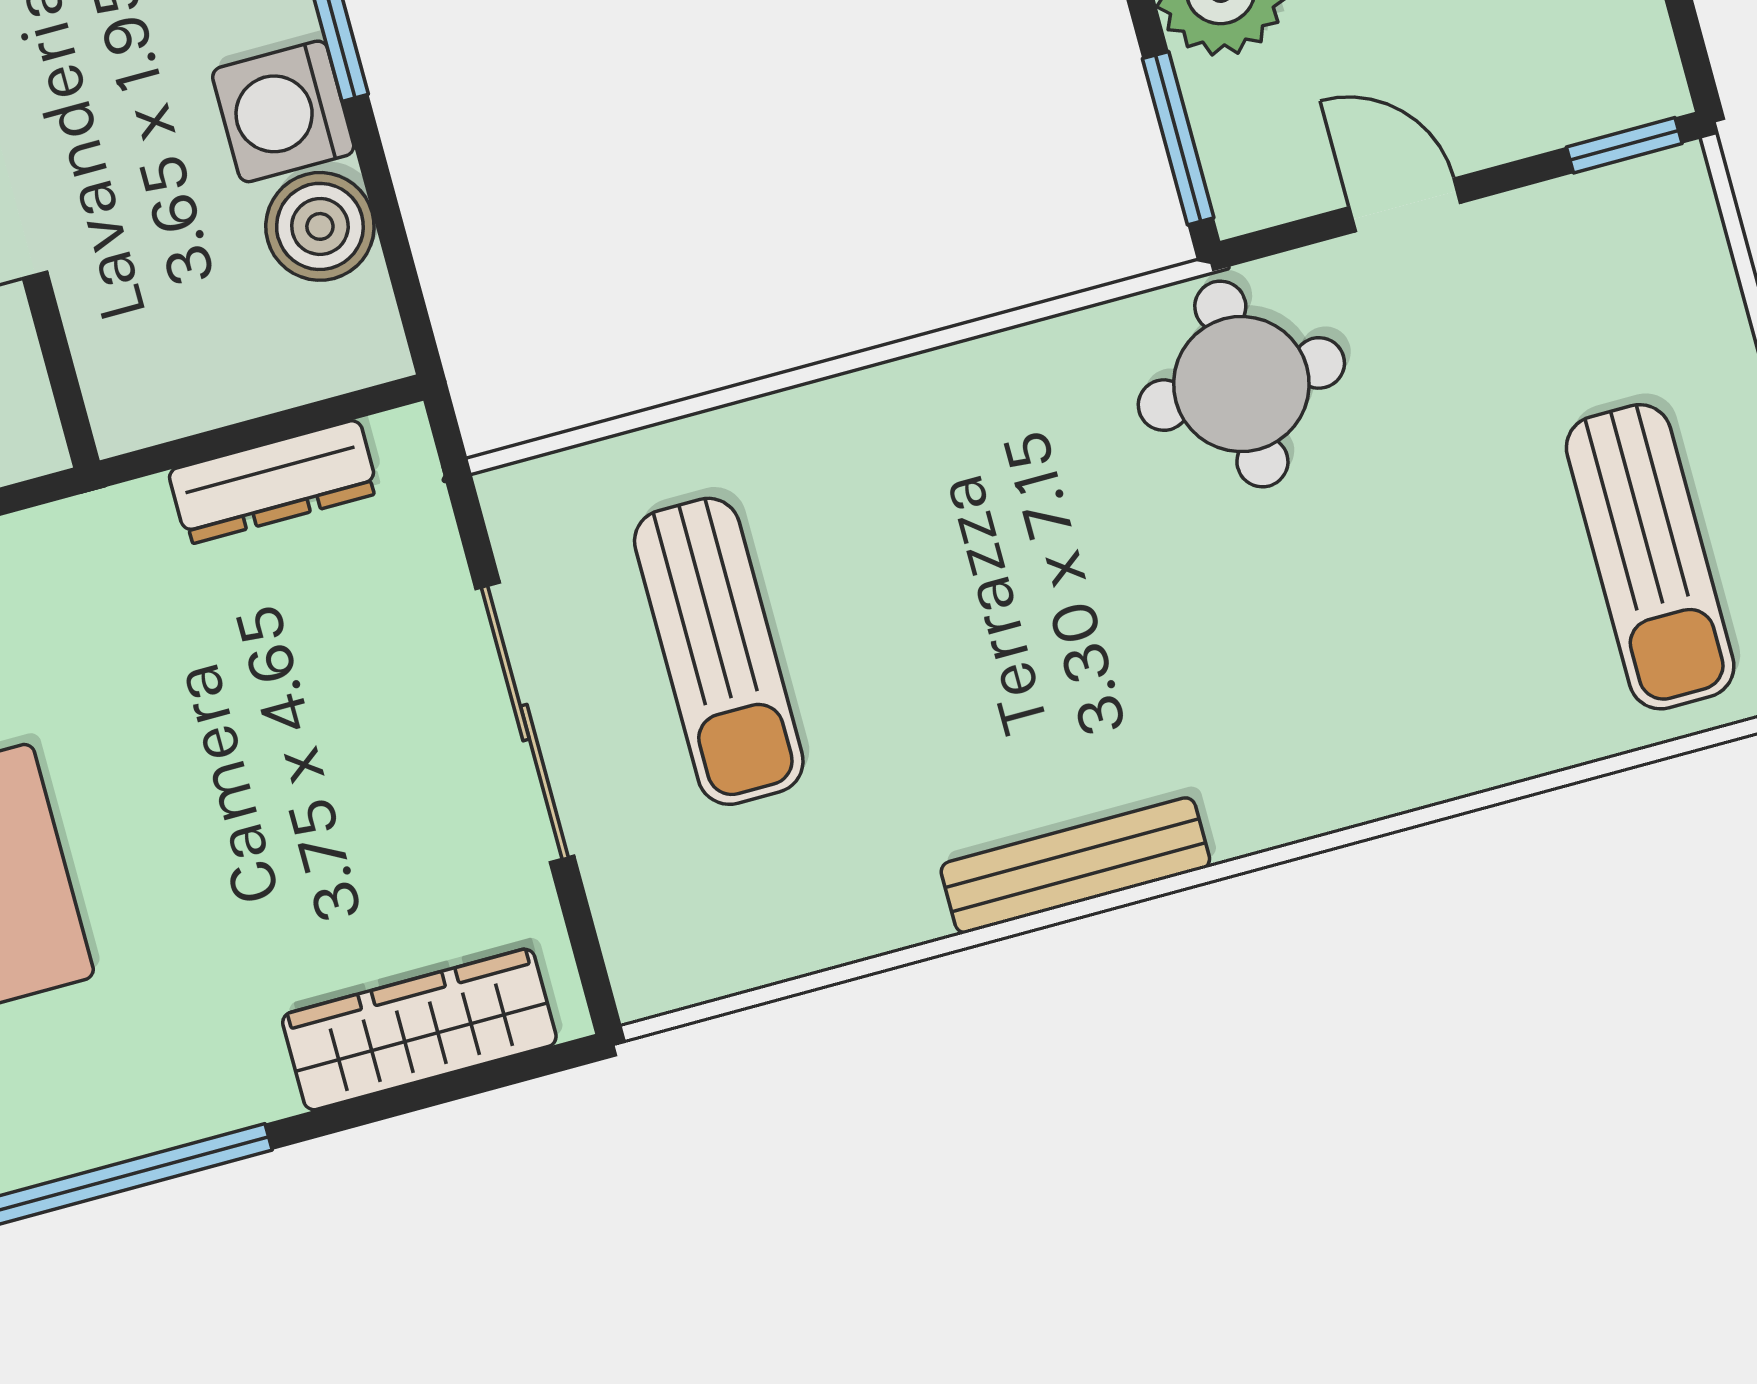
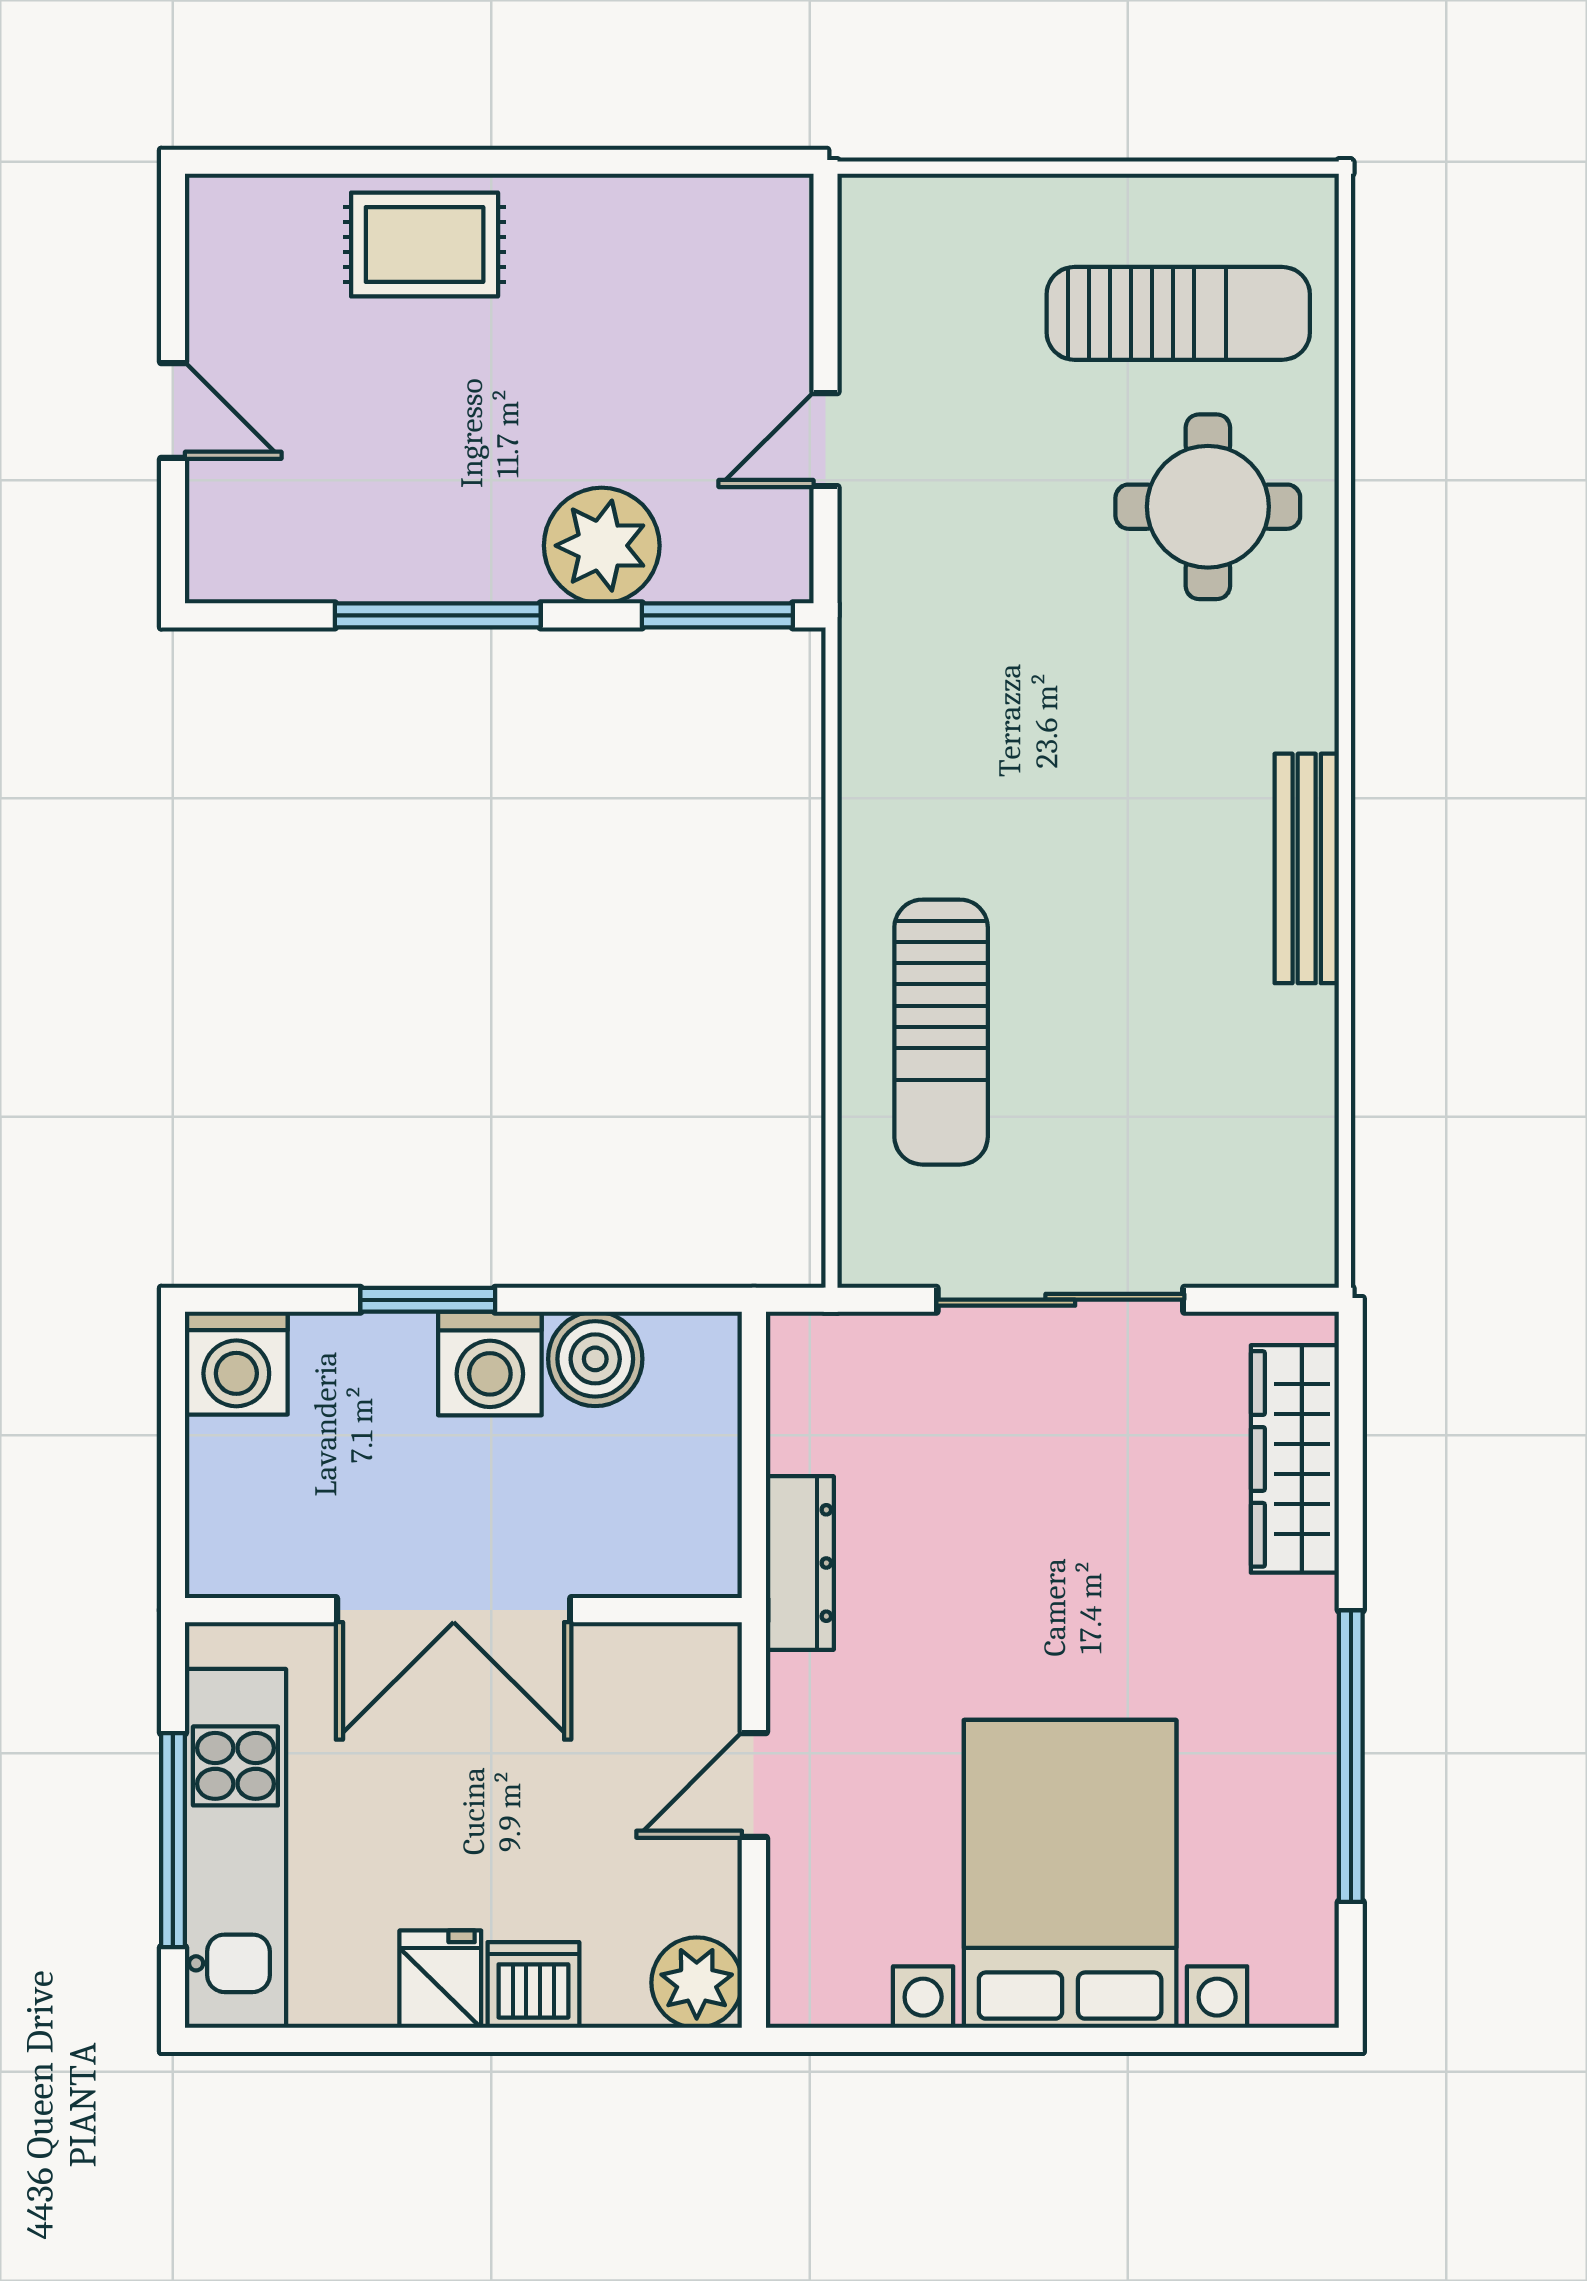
window: (1624, 145) -> (826, 241), removed
round table: (1241, 384) -> (1208, 507), moved
dresser: (273, 482) -> (800, 1563), moved
sun lounger: (719, 651) -> (941, 1032), moved, turned 90

